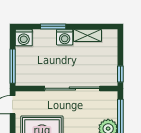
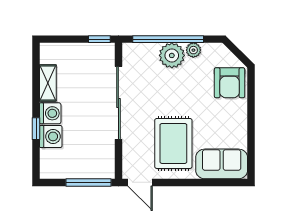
window: (53, 26) -> (36, 129), width x0.67
washing machine: (24, 38) -> (51, 136), moved

